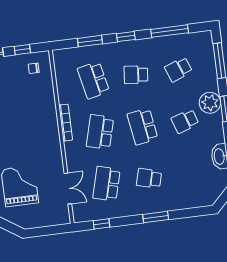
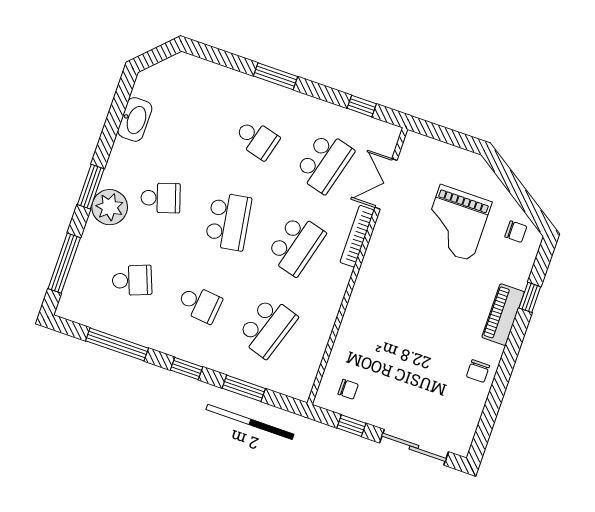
school desk: (93, 80) -> (267, 327), turned 30
bookcase: (66, 123) -> (357, 236), moved

